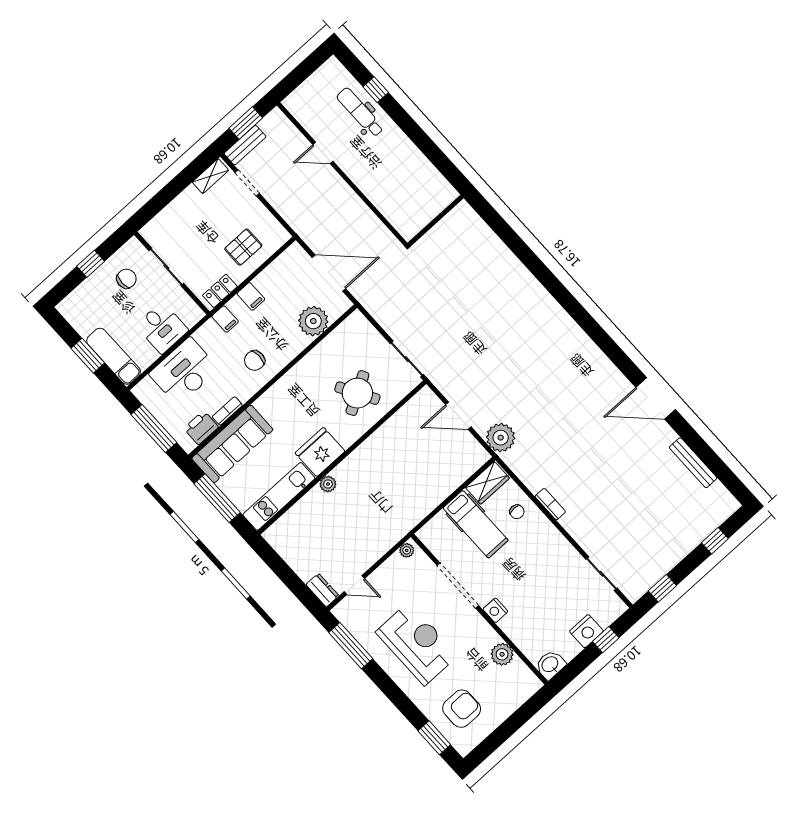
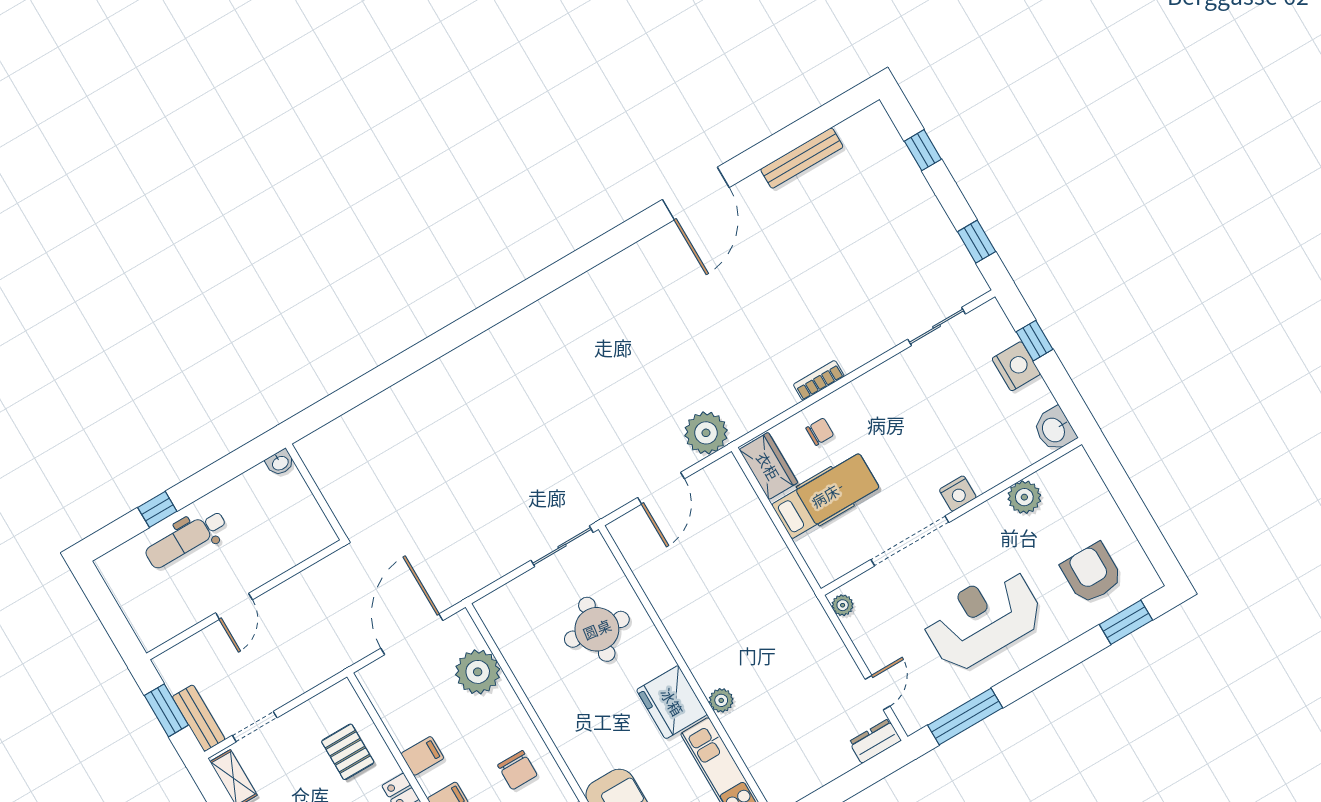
washbasin: (423, 163) -> (280, 463), added
wall: (436, 221) -> (316, 492), moved
round table: (357, 393) -> (597, 629), turned 38

